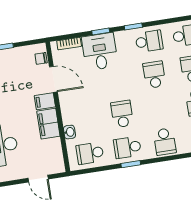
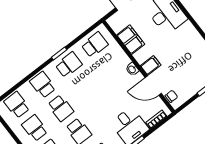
school desk: (122, 114) -> (61, 108), moved
filing cabinet: (48, 124) -> (131, 40), moved
washbasin: (69, 132) -> (132, 69), moved

